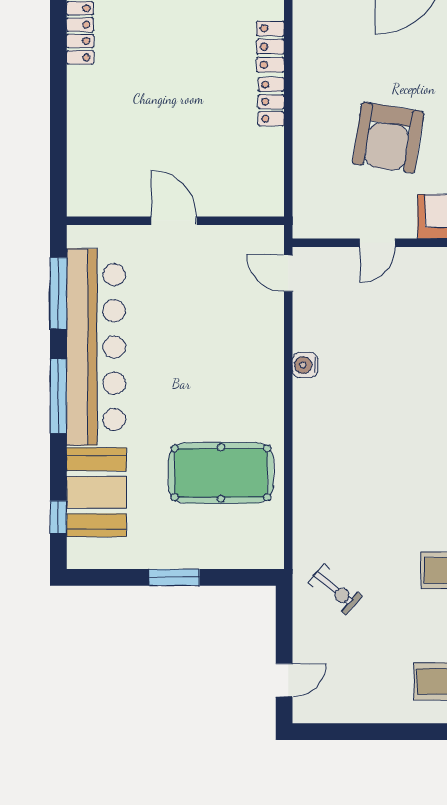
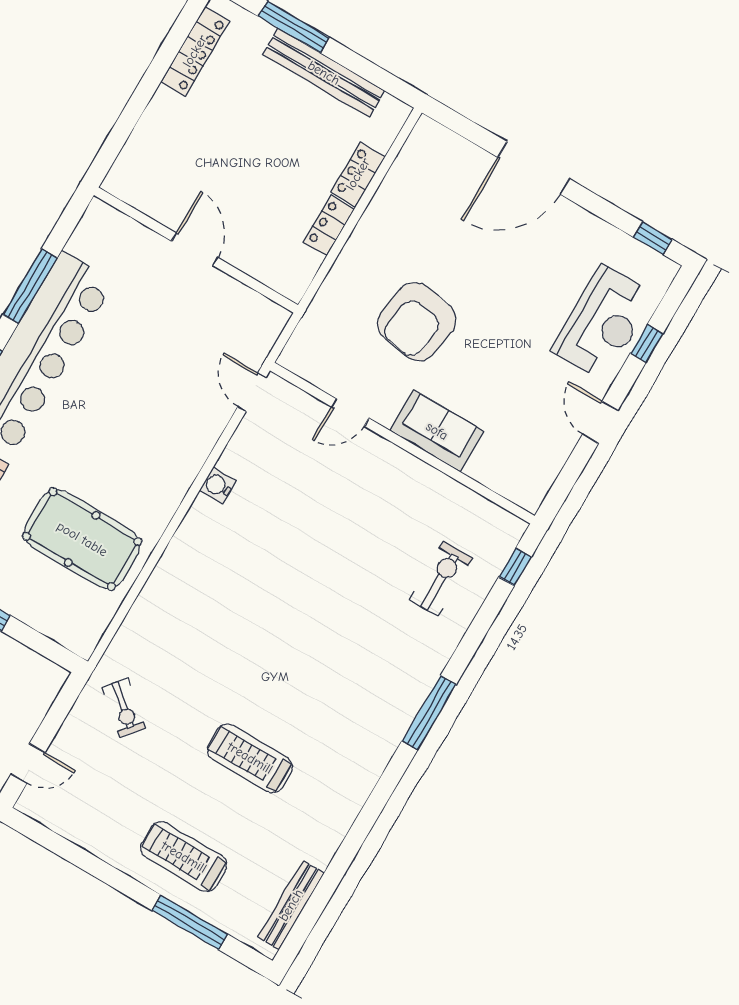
door: (174, 221) -> (195, 249), moved
wall: (175, 221) -> (196, 250), moved

